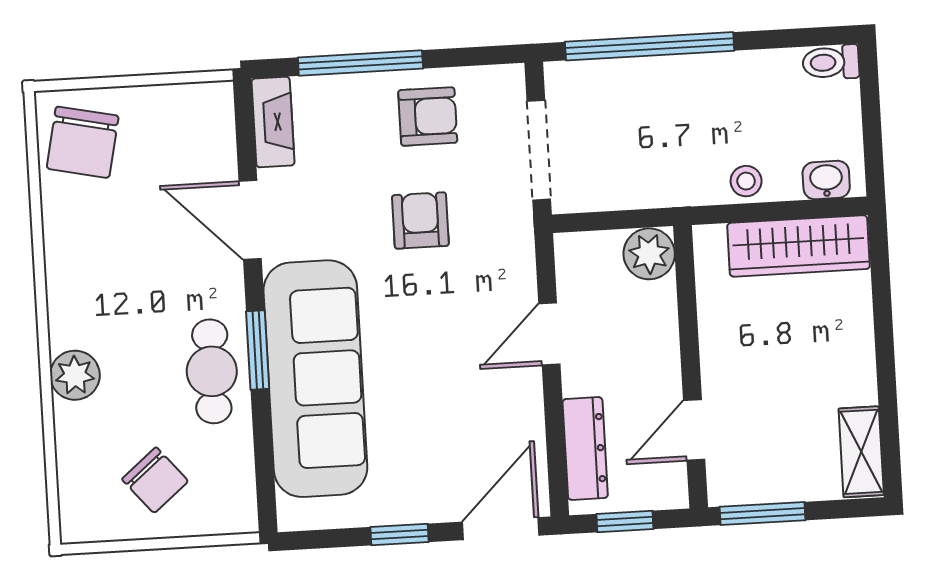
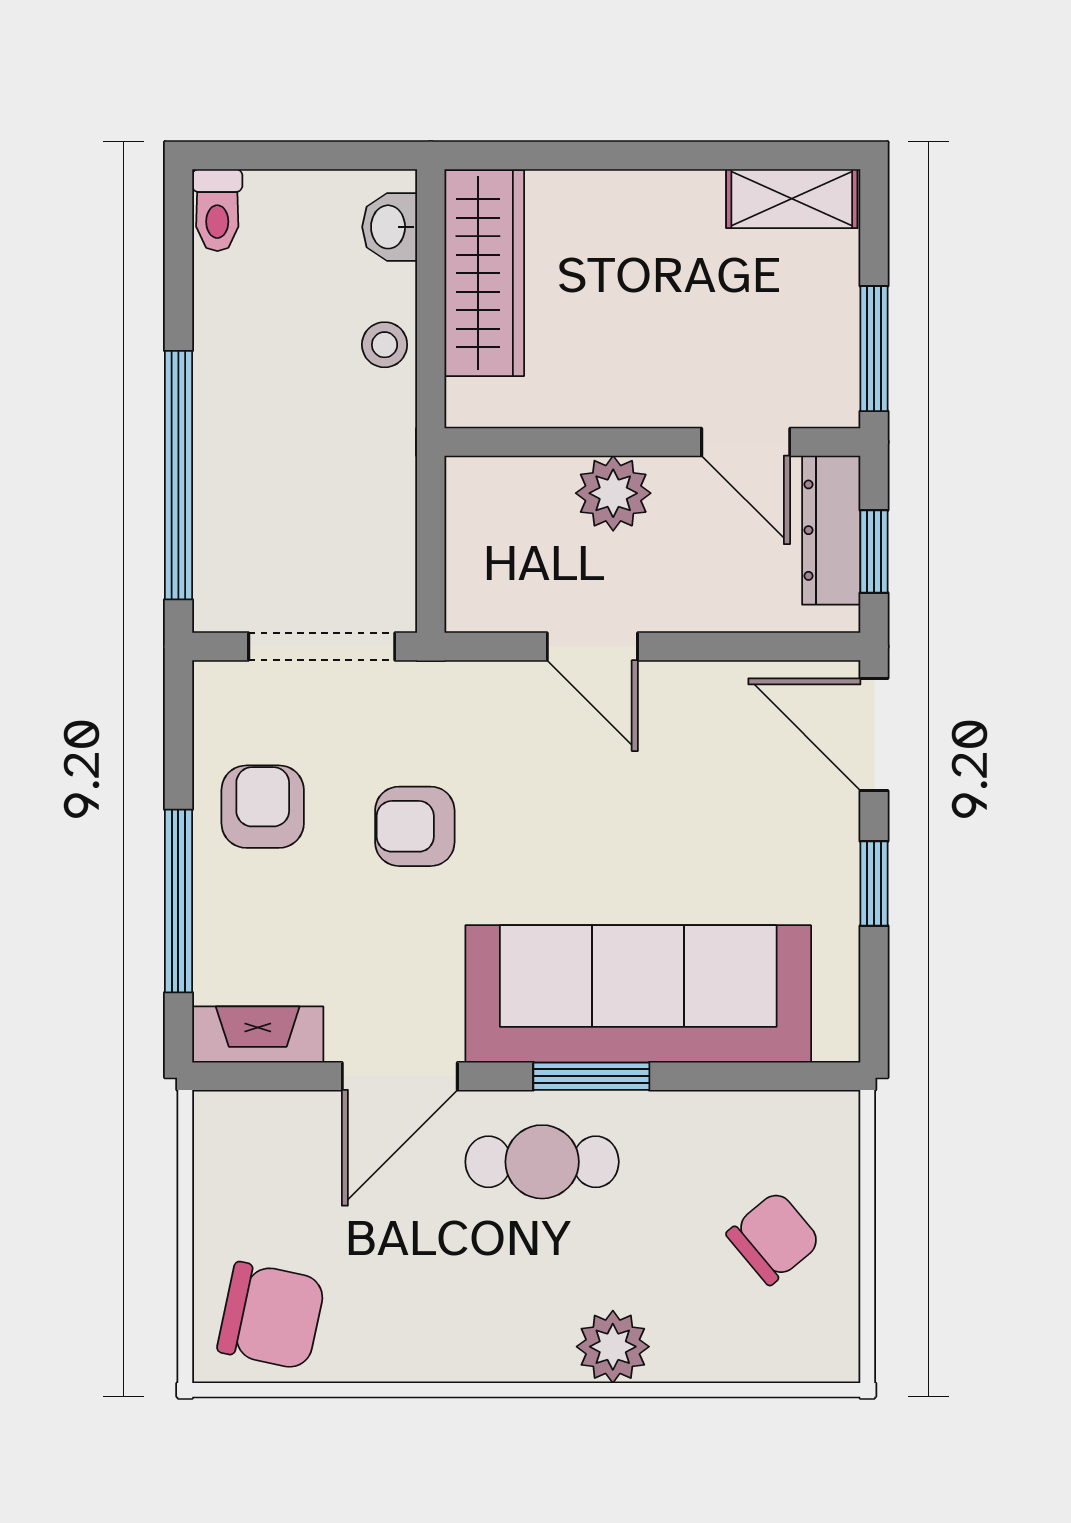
plant: (649, 254) -> (613, 493), moved
cafe table: (212, 371) -> (542, 1162), moved
dresser: (585, 448) -> (831, 530), moved, turned -90

